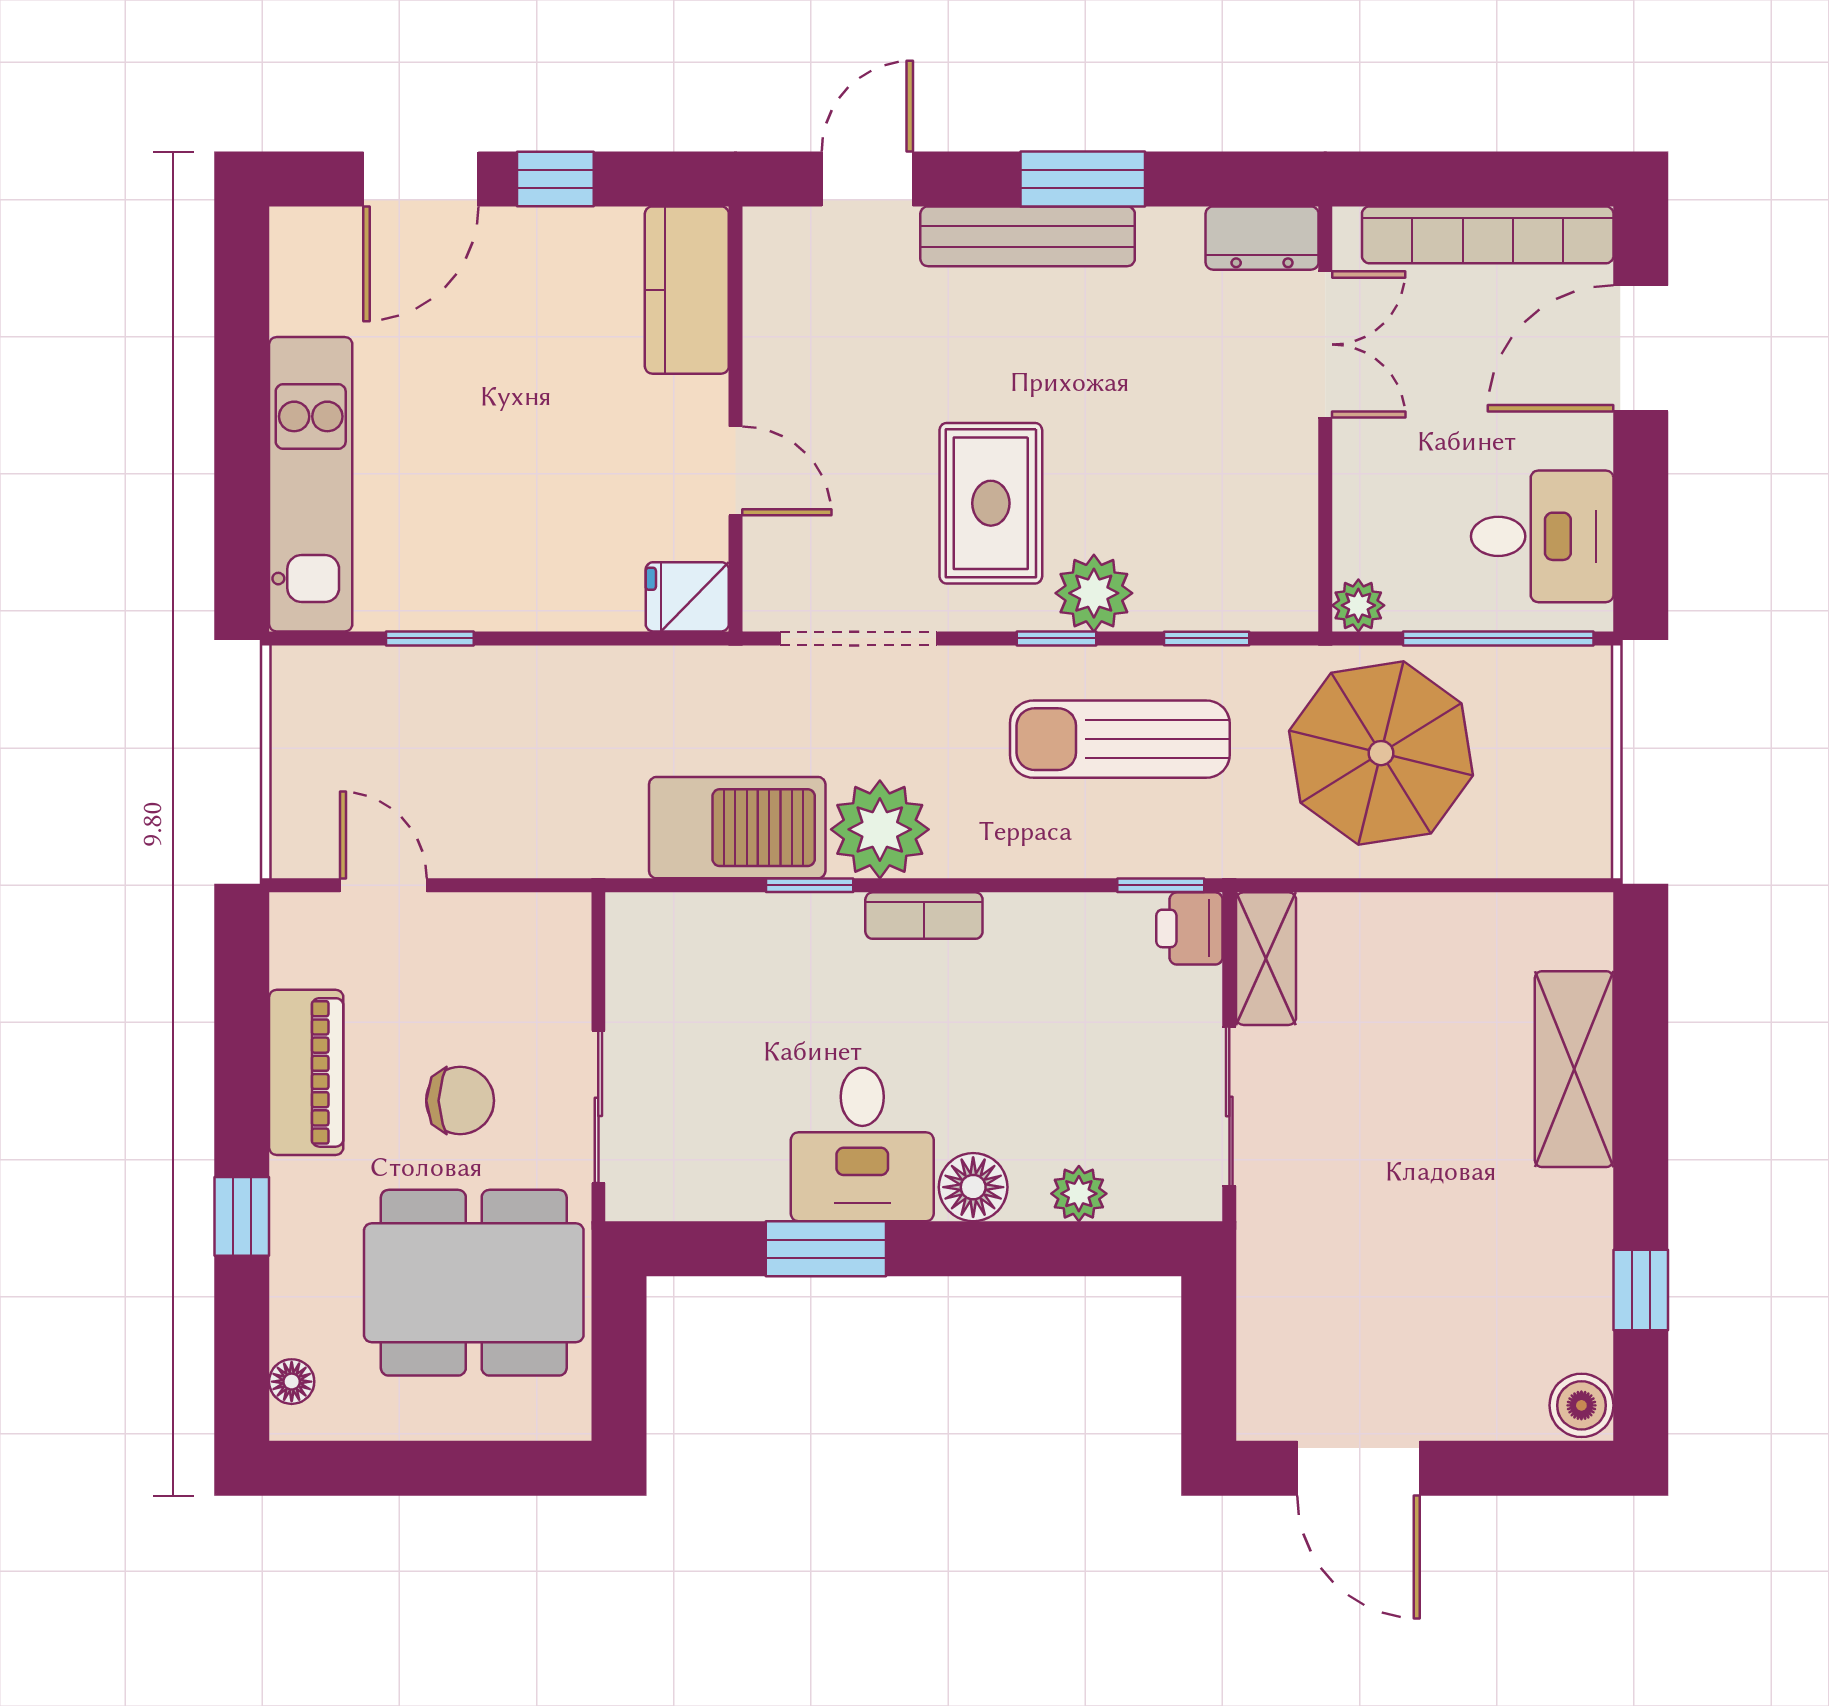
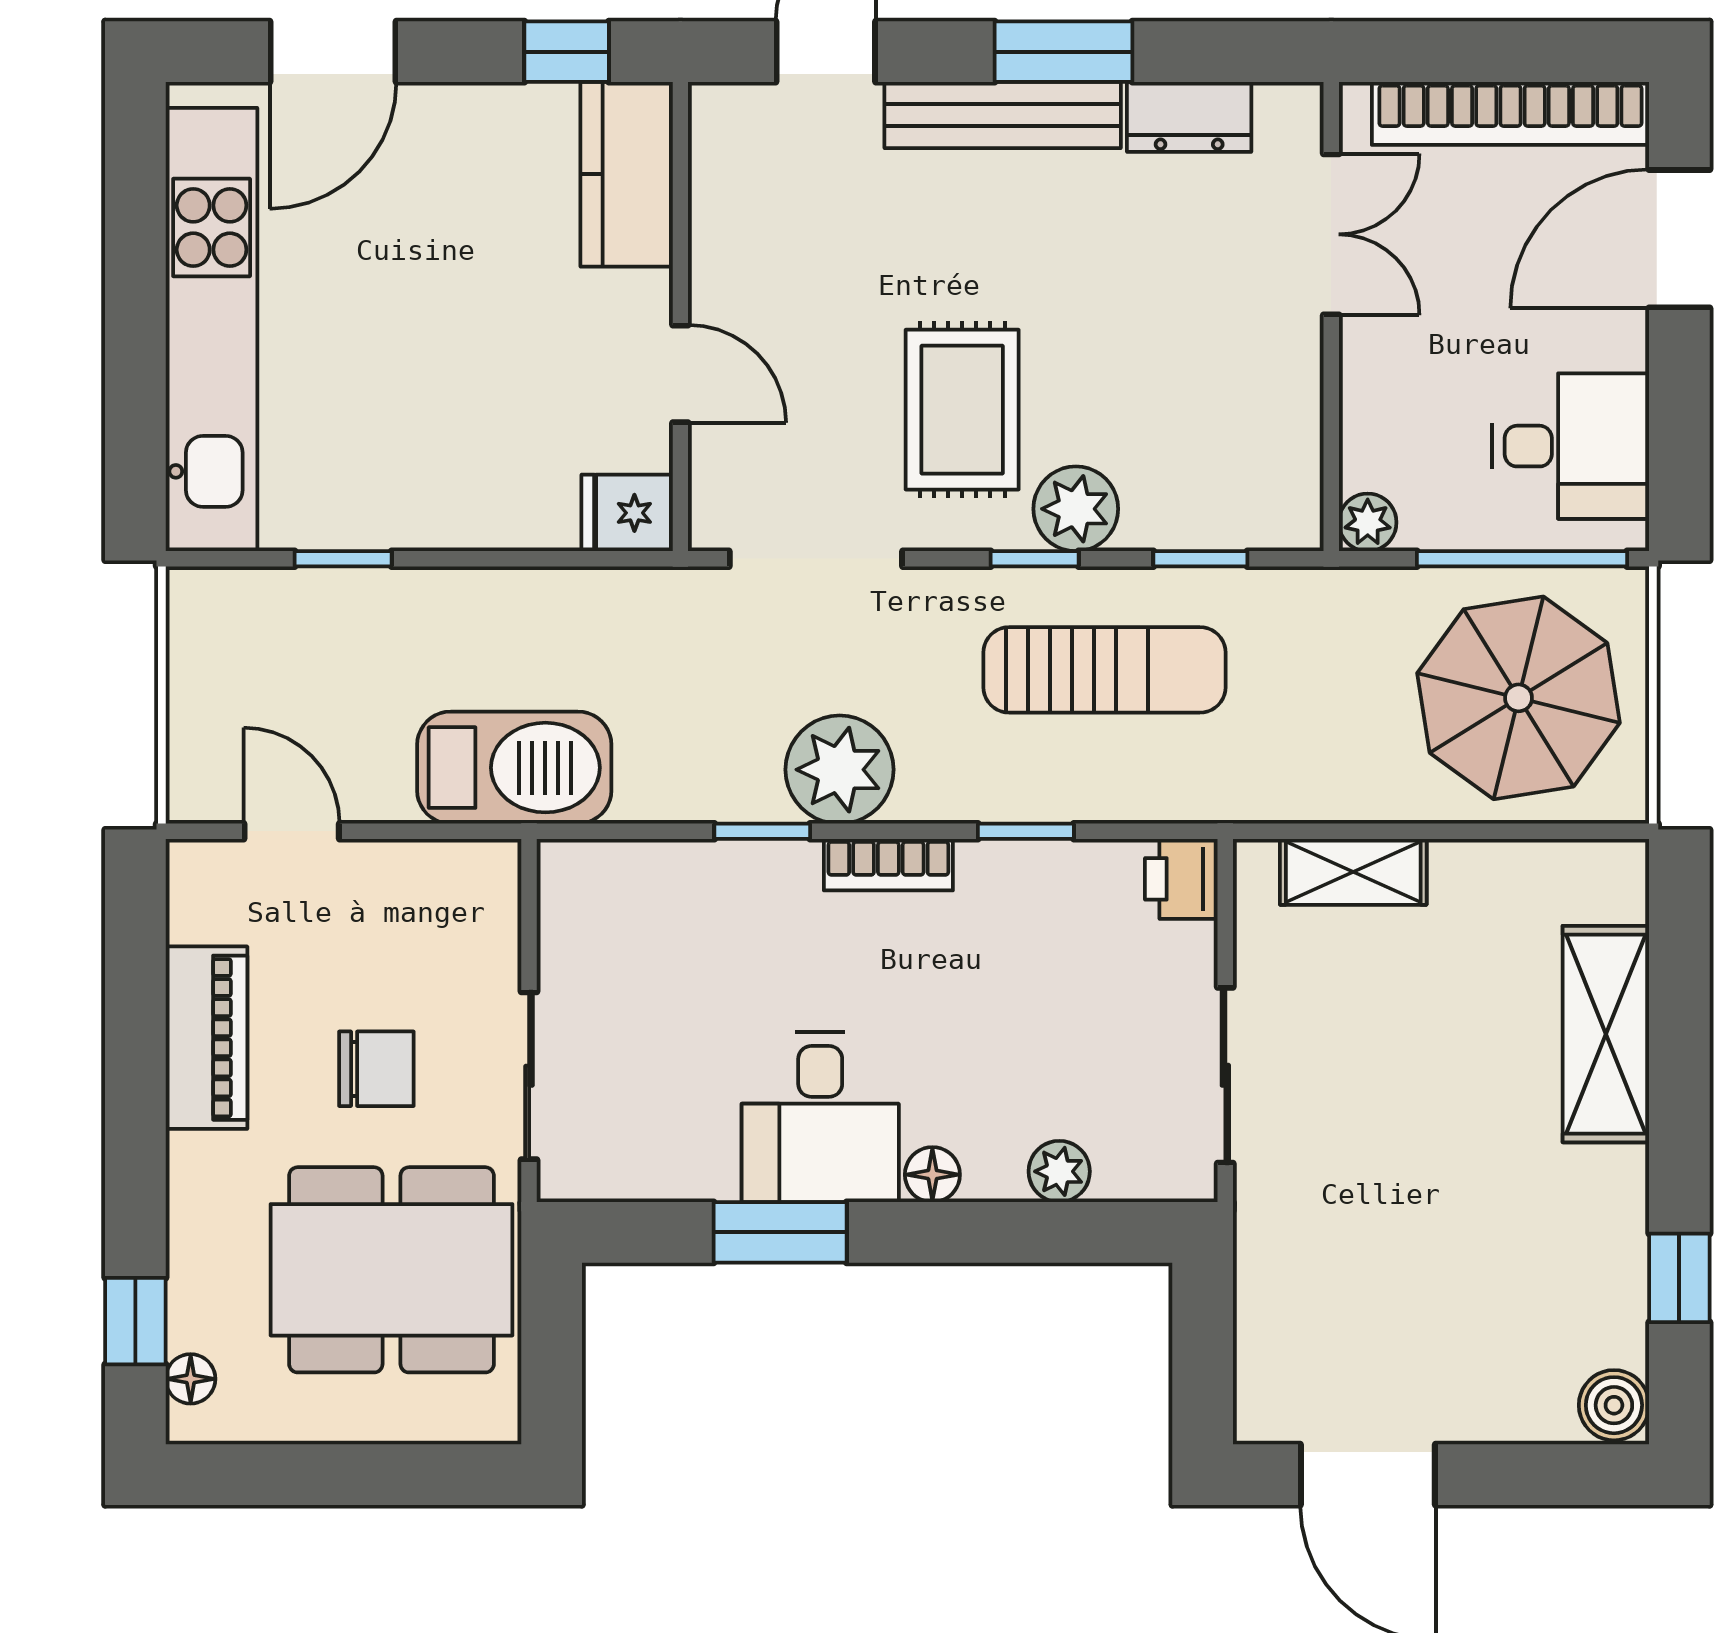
window: (555, 179) -> (567, 52), moved
dresser: (1262, 238) -> (1189, 117), moved
kitchen unit: (311, 484) -> (212, 330), width x1.36
sun lounger: (1120, 739) -> (1104, 670), turned 180
parasol: (1381, 753) -> (1519, 698), moved
barbecue: (737, 828) -> (514, 768), moved
window: (1161, 885) -> (1026, 831), moved
shelving: (1266, 959) -> (1353, 872), moved, turned 90
floor lamp: (973, 1187) -> (932, 1175), width x0.73, depth x0.73
window: (242, 1216) -> (135, 1321), moved

